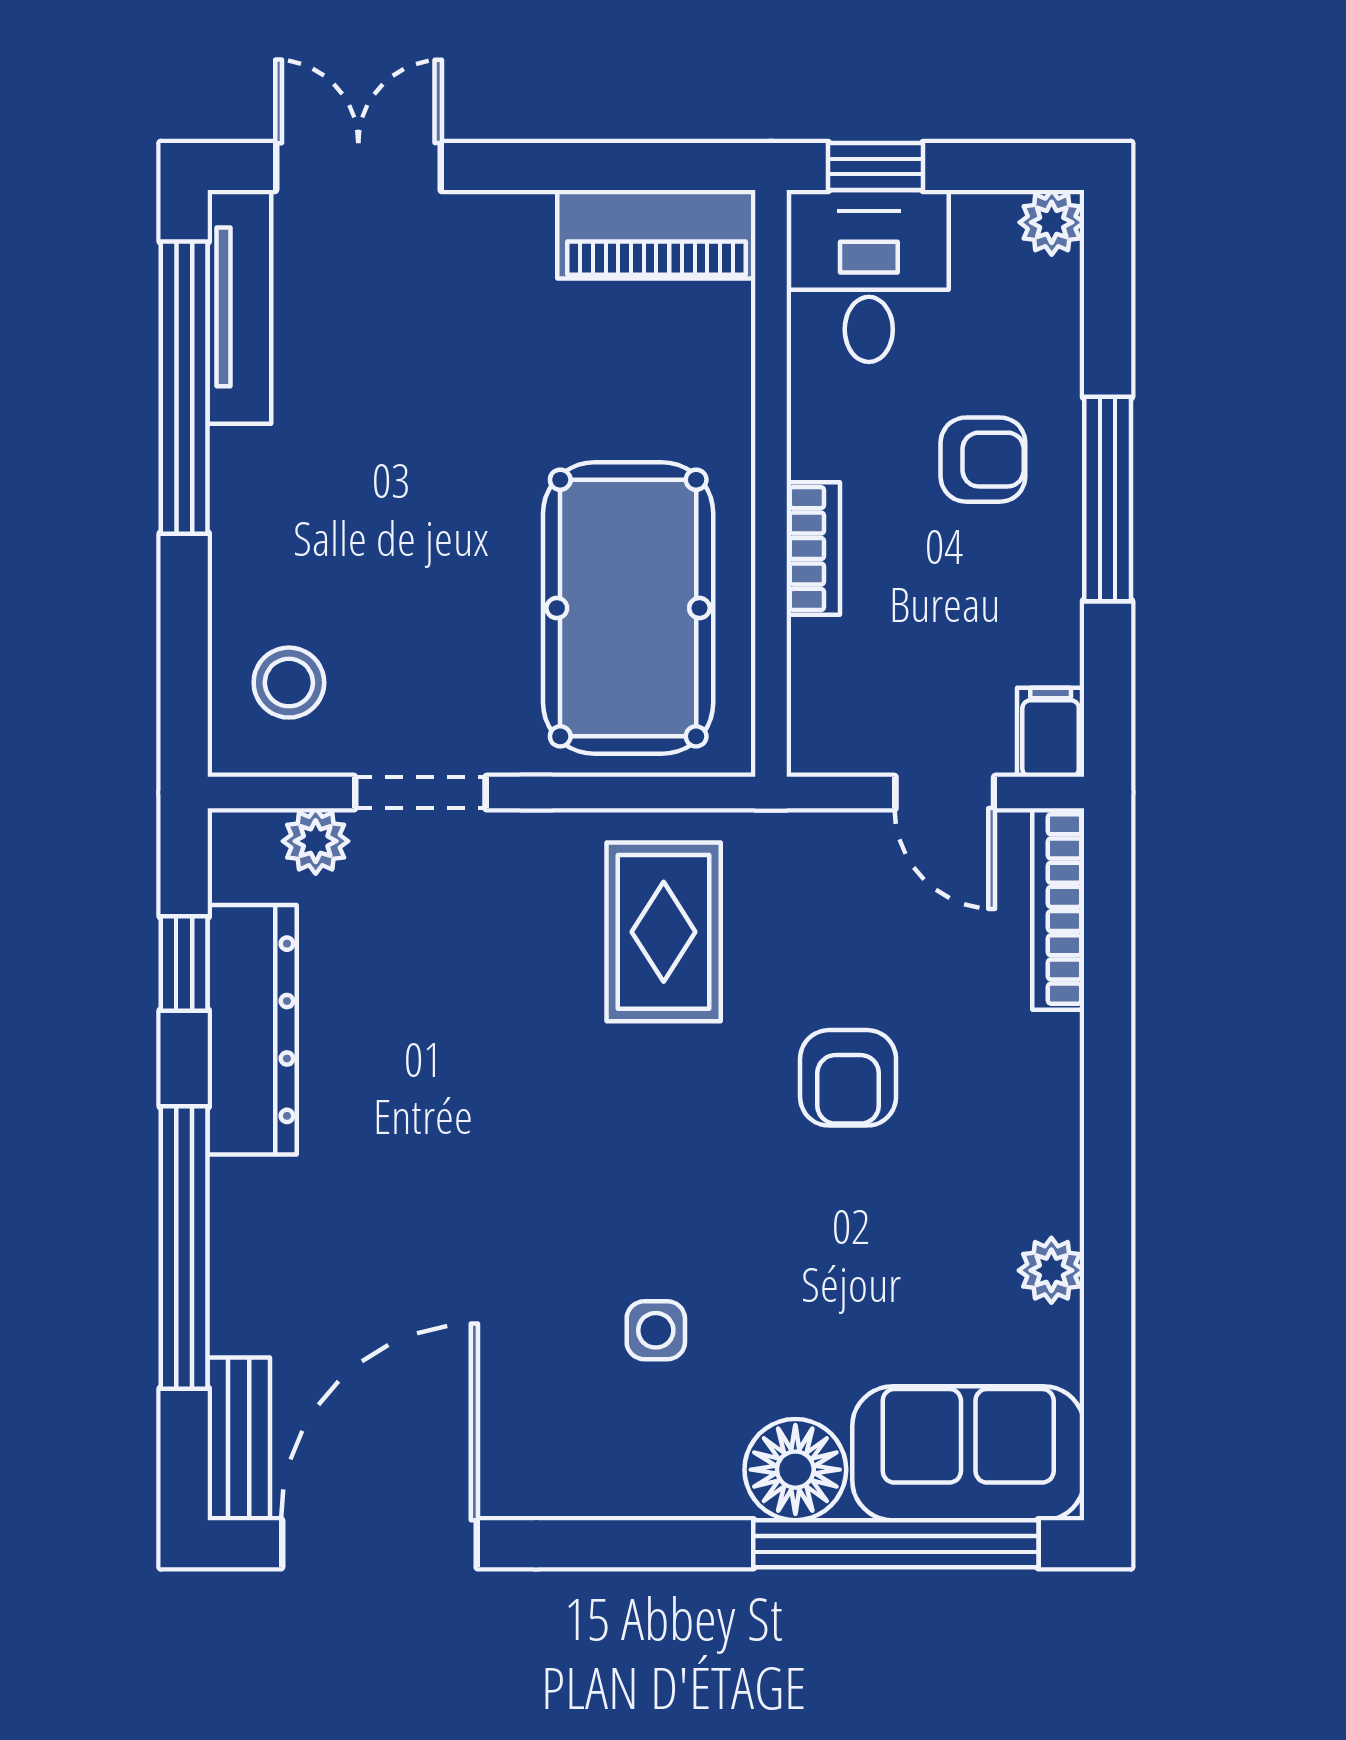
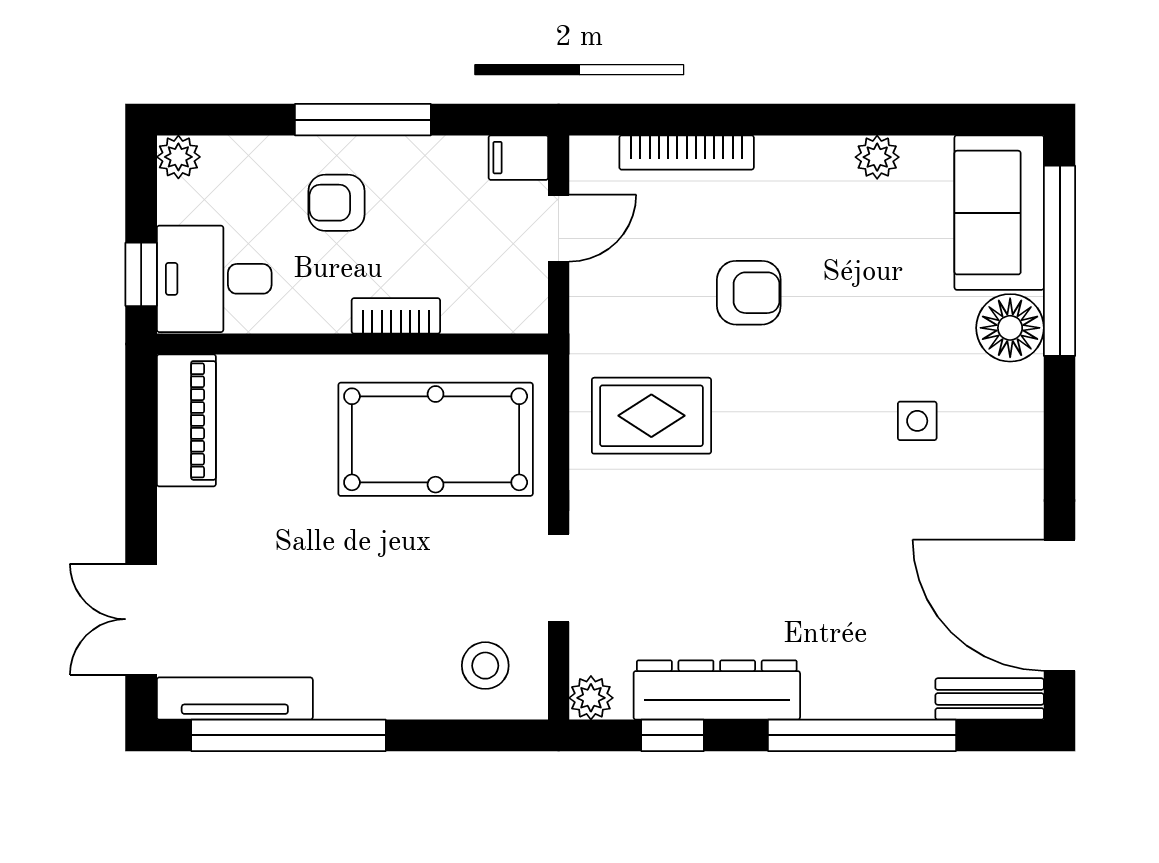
armchair: (983, 460) -> (337, 203), turned -90
plant: (316, 841) -> (591, 698), moved
bookcase: (1058, 909) -> (687, 152), moved

